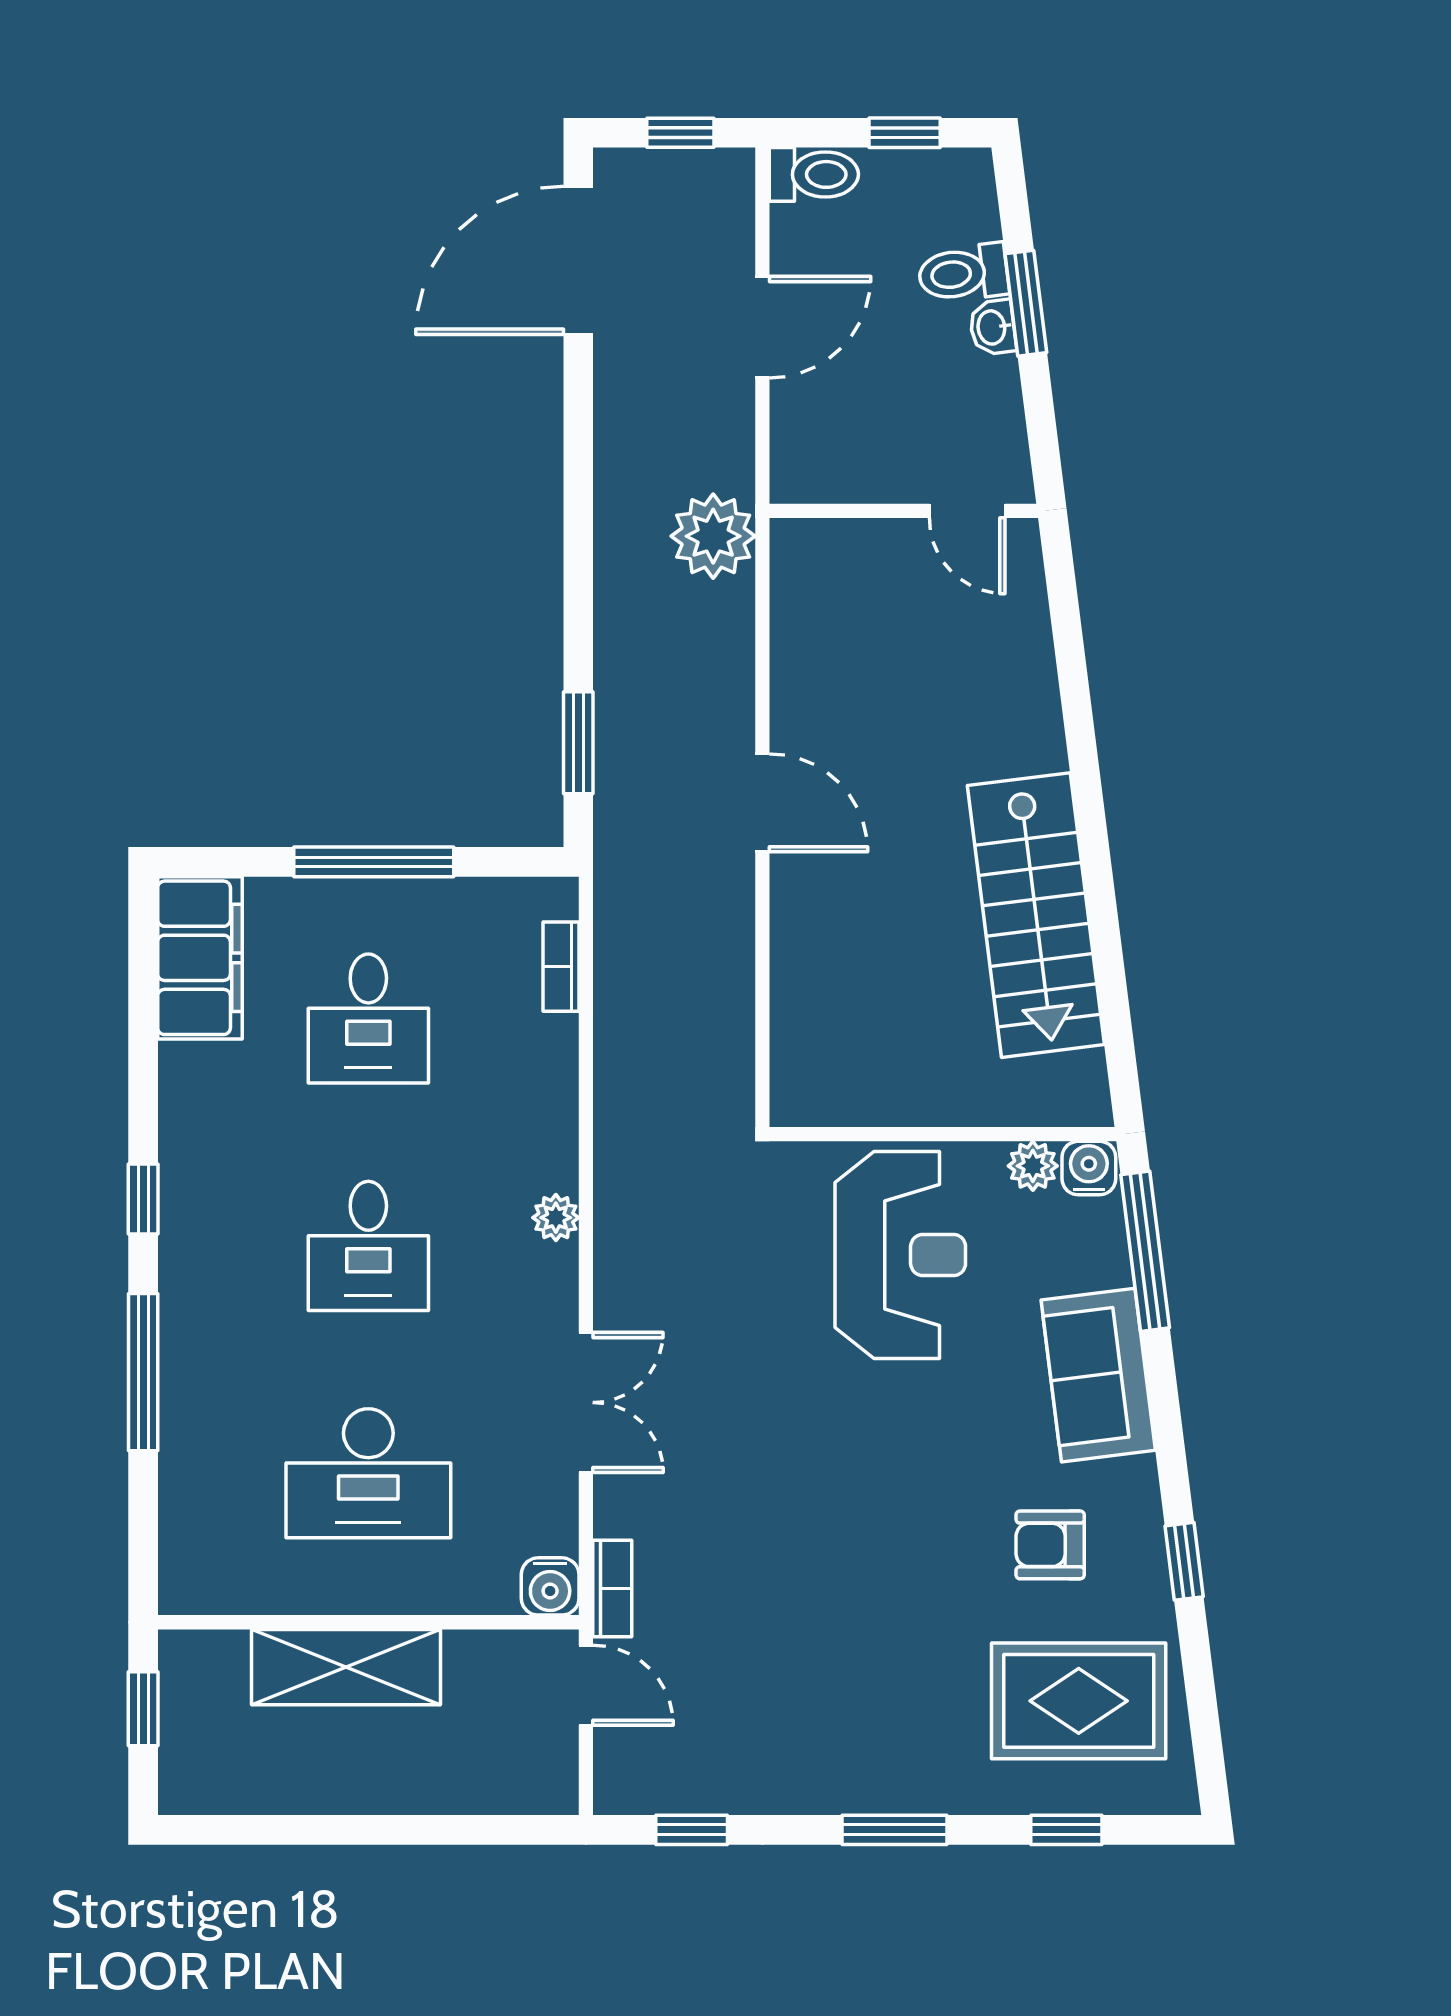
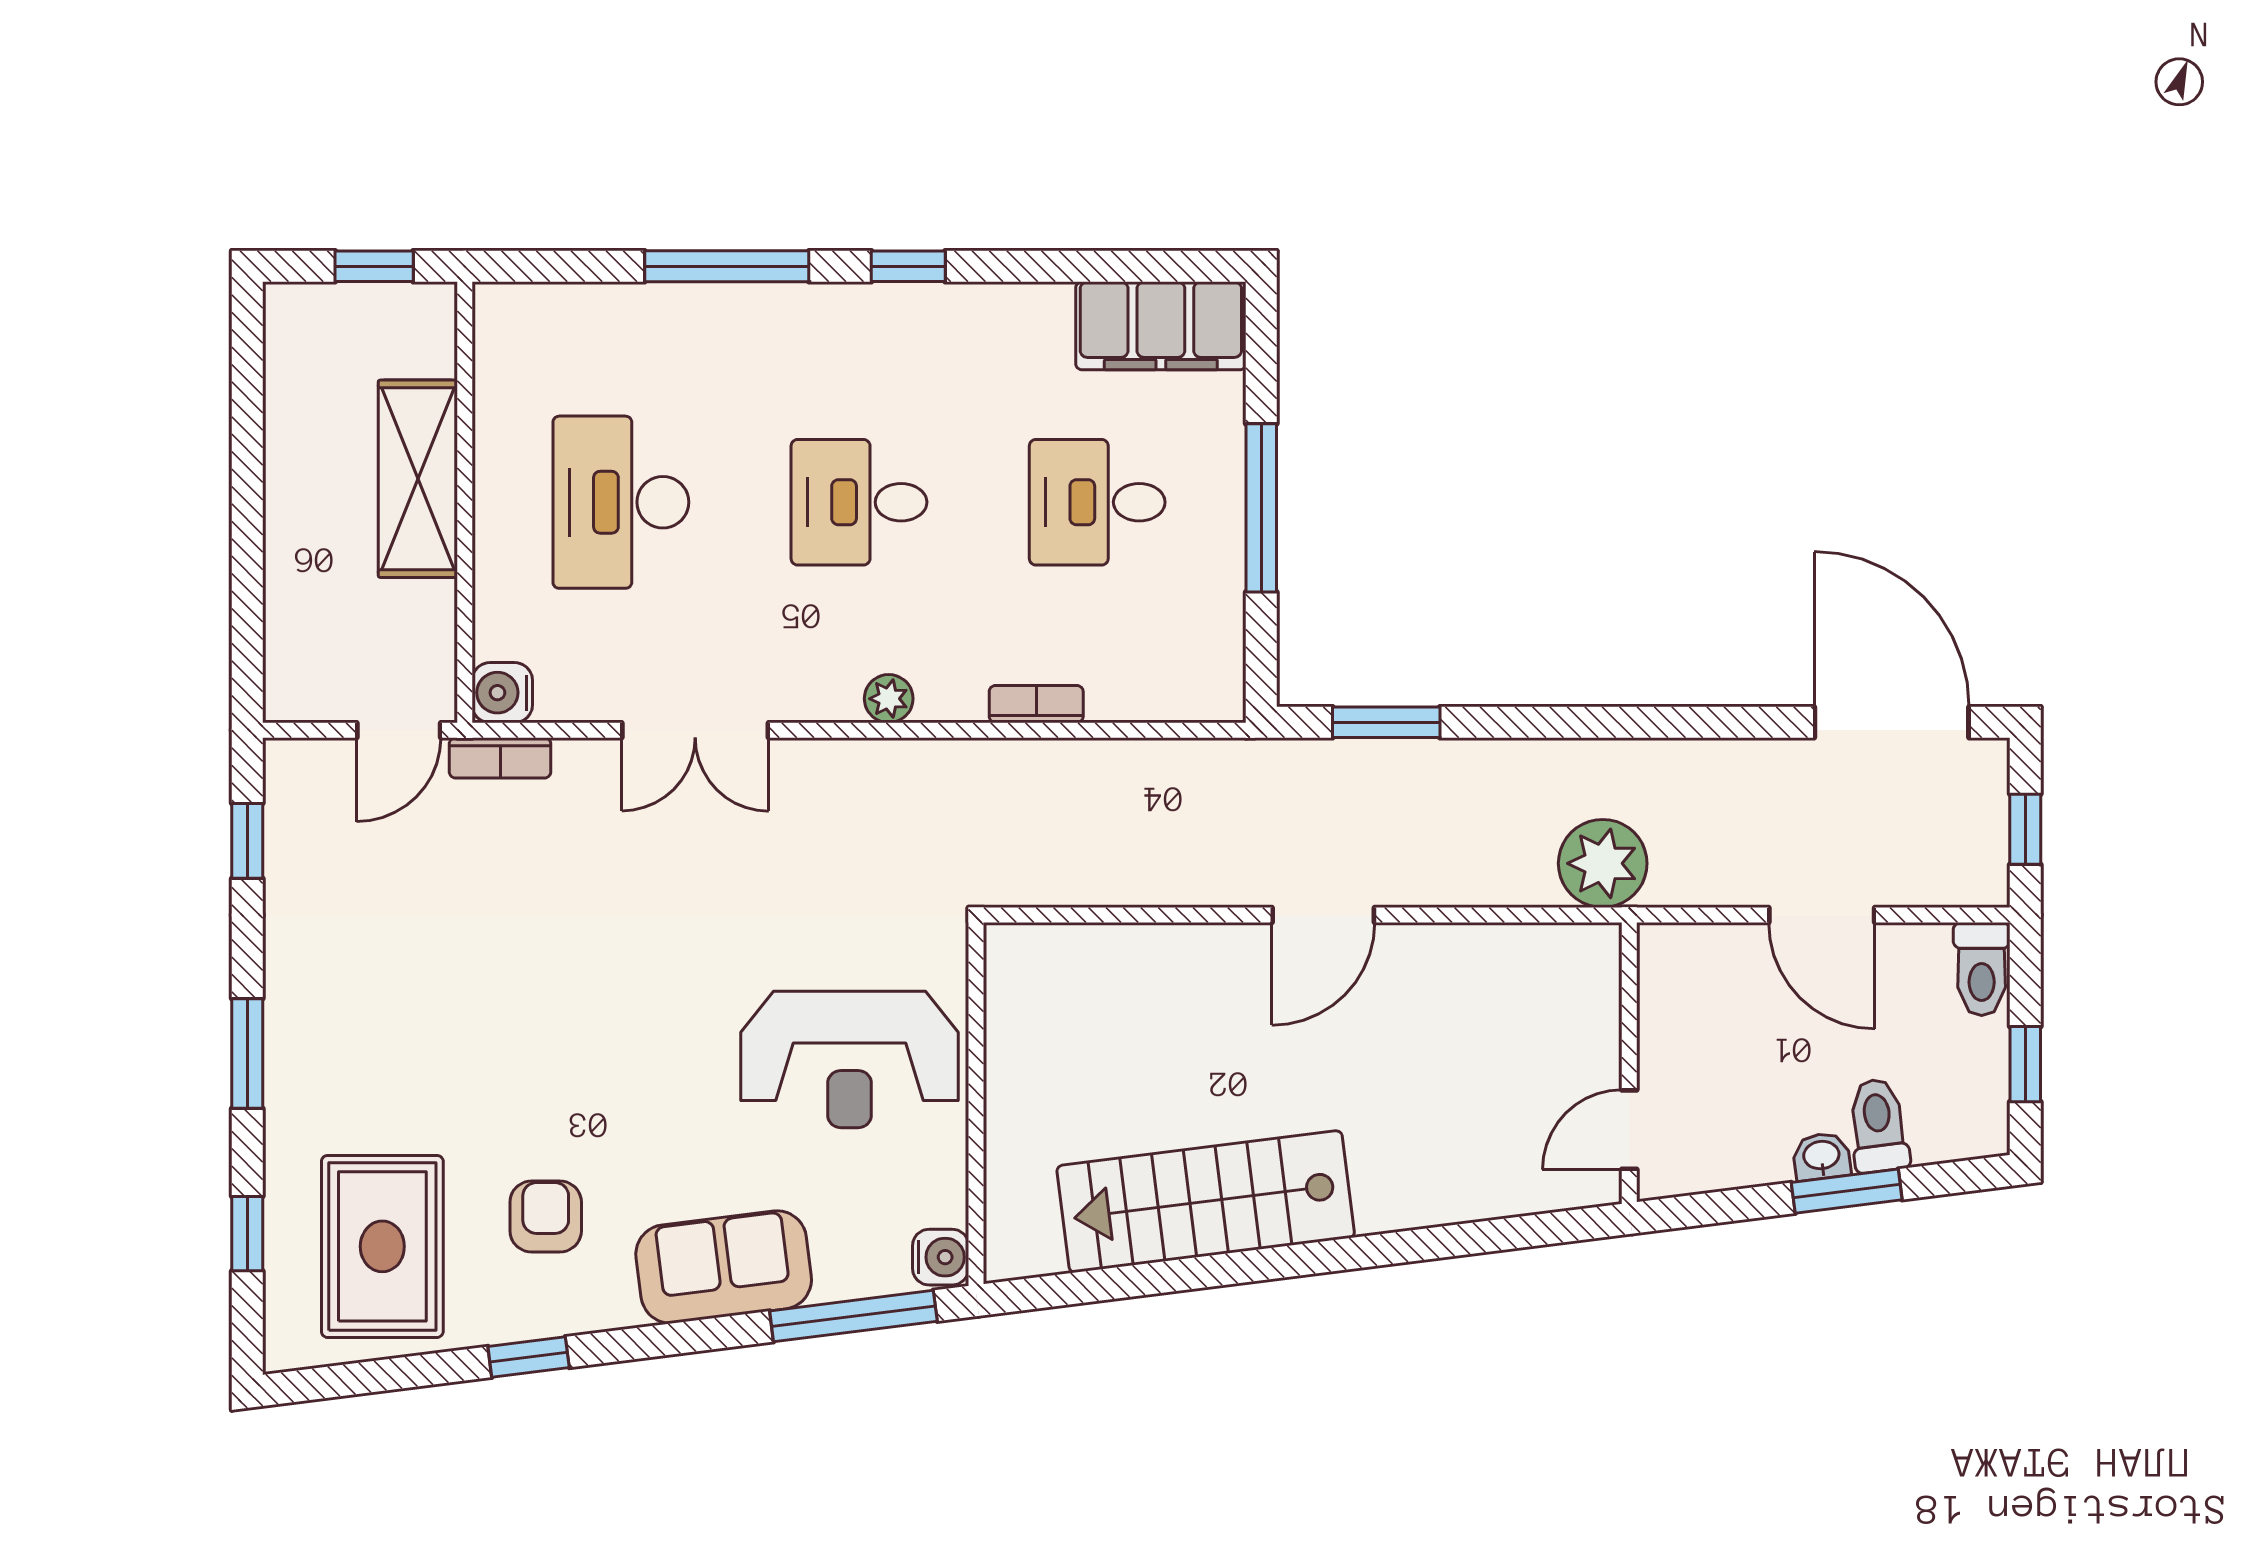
bookcase: (561, 967) -> (1036, 704), moved
plant: (1033, 1166) -> (943, 1198), removed

